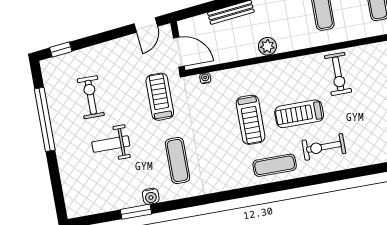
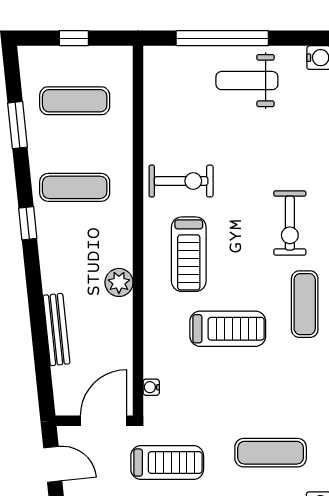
treadmill: (160, 97) -> (167, 463), turned 180
treadmill: (299, 114) -> (189, 254), moved

